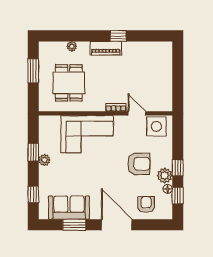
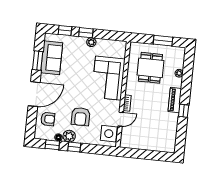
dining table: (69, 83) -> (150, 68), turned 90
window: (33, 152) -> (86, 33), moved

